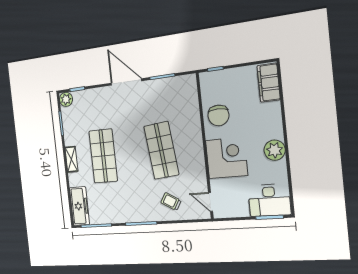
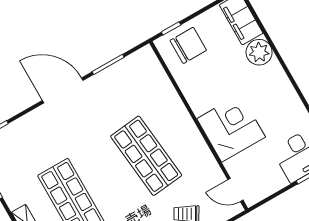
chair: (218, 115) -> (188, 45), moved, turned -90
plant: (275, 150) -> (259, 52), moved

